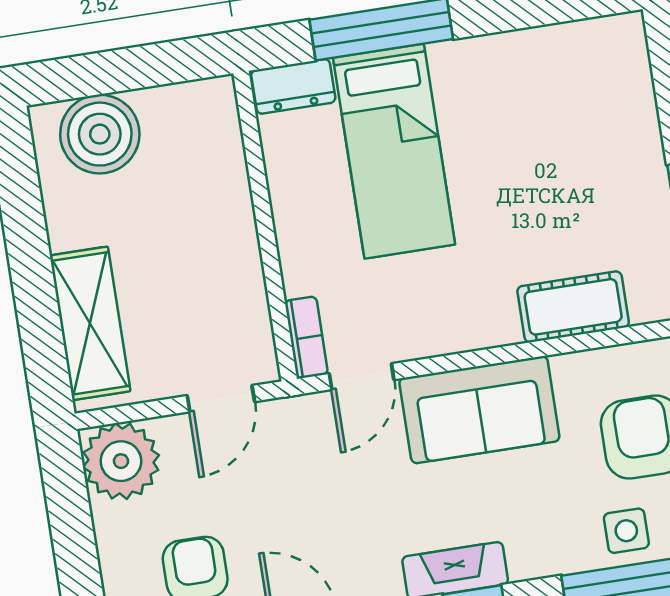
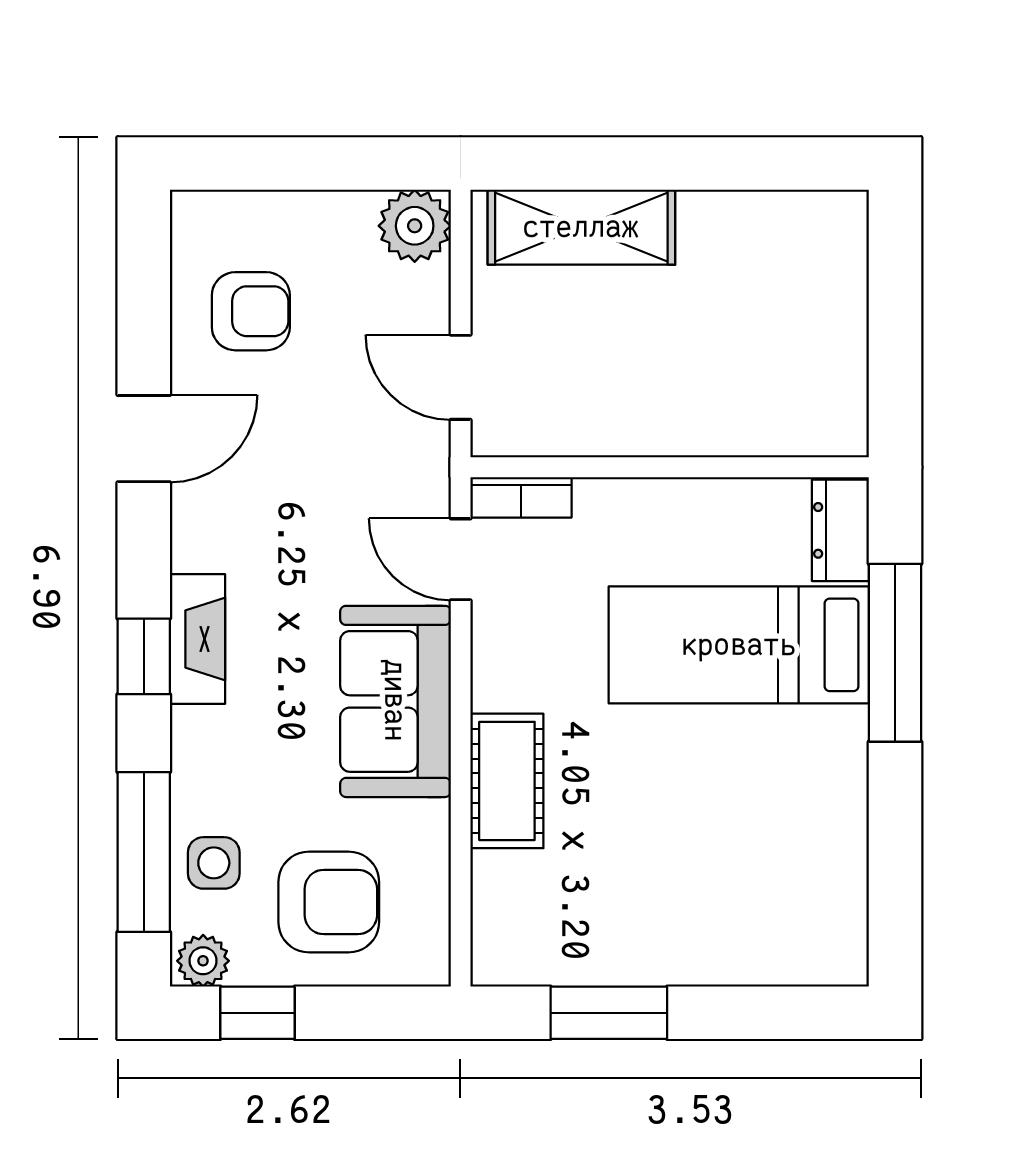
boiler: (100, 134) -> (818, 277), removed
cot: (573, 307) -> (507, 781), moved
plant: (121, 461) -> (415, 226), width x0.73, depth x0.73

